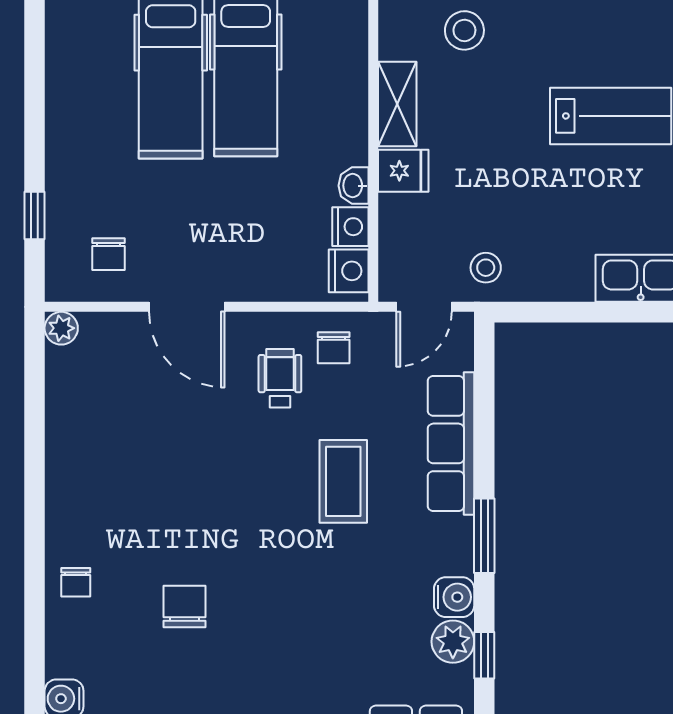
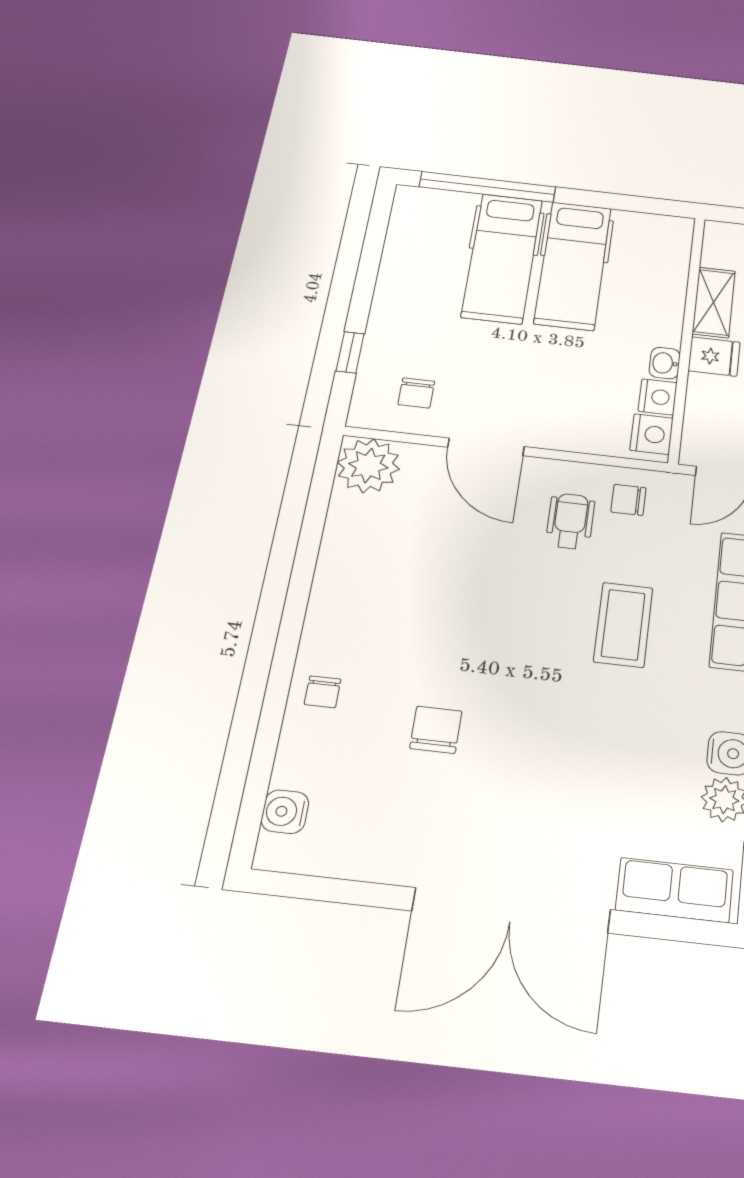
plant: (61, 328) -> (368, 466), width x1.88, depth x1.88
chair: (334, 348) -> (628, 500), turned 90

